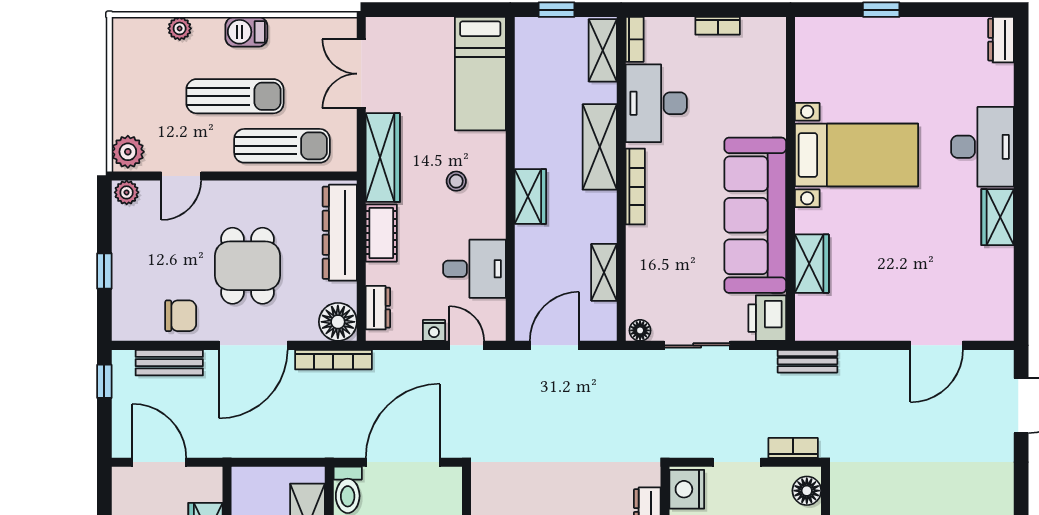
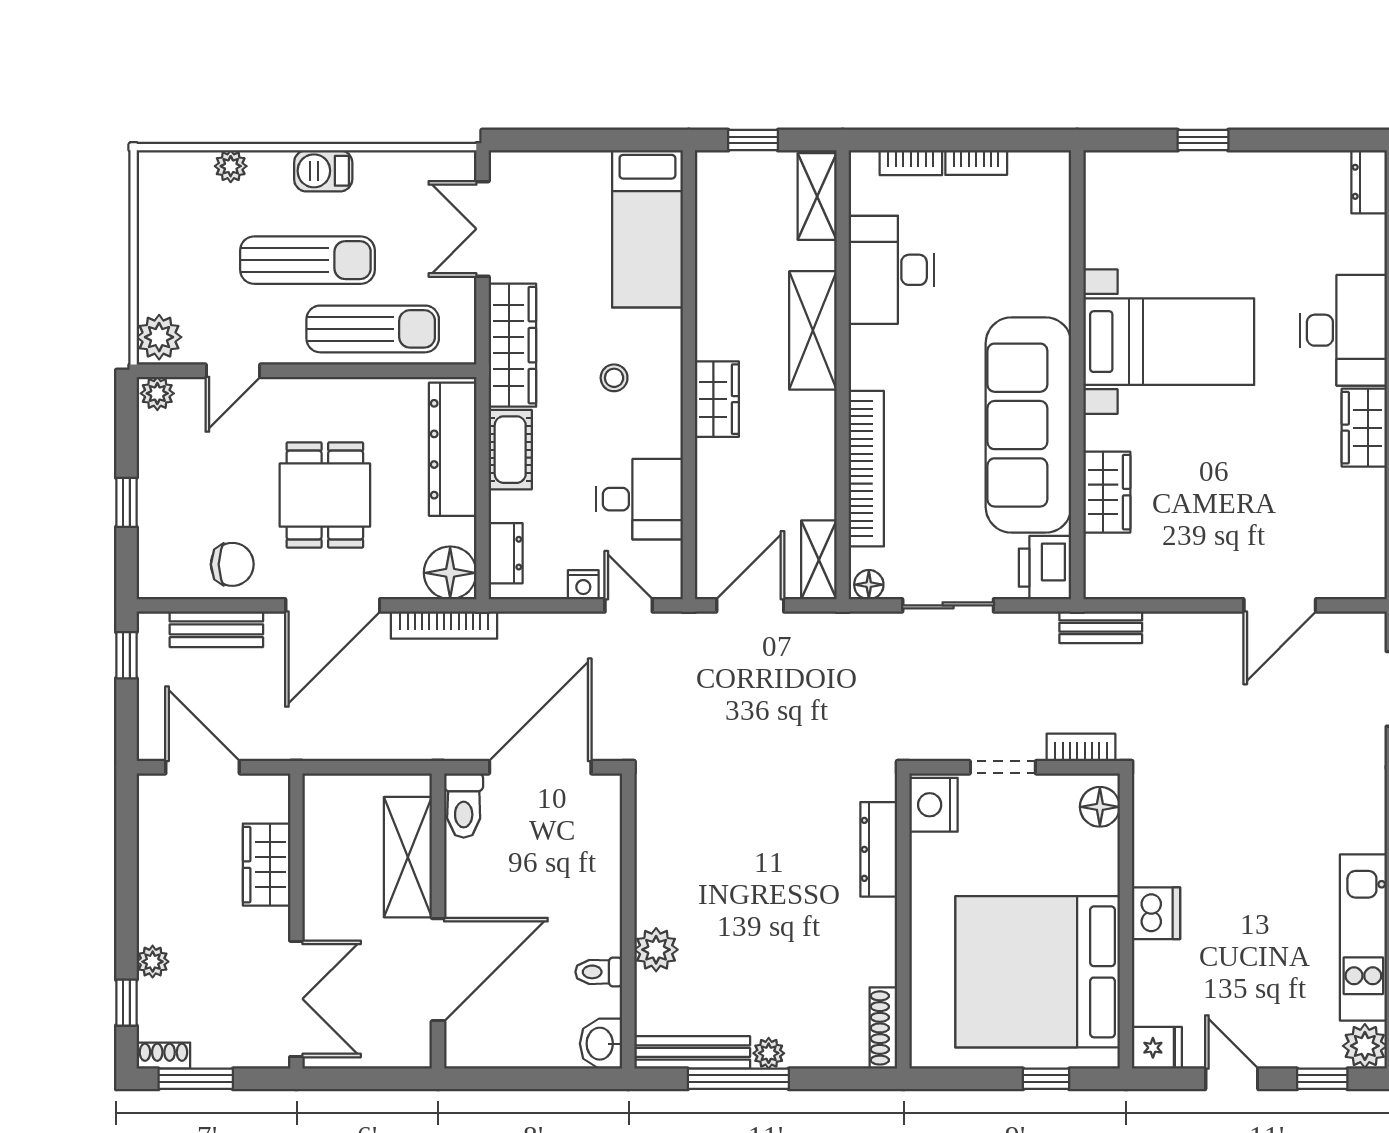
bookcase: (635, 39) -> (911, 163), moved, turned 90
bookcase: (635, 187) -> (866, 469), moved, width x1.48, depth x1.31
shelving: (604, 272) -> (819, 560), moved

